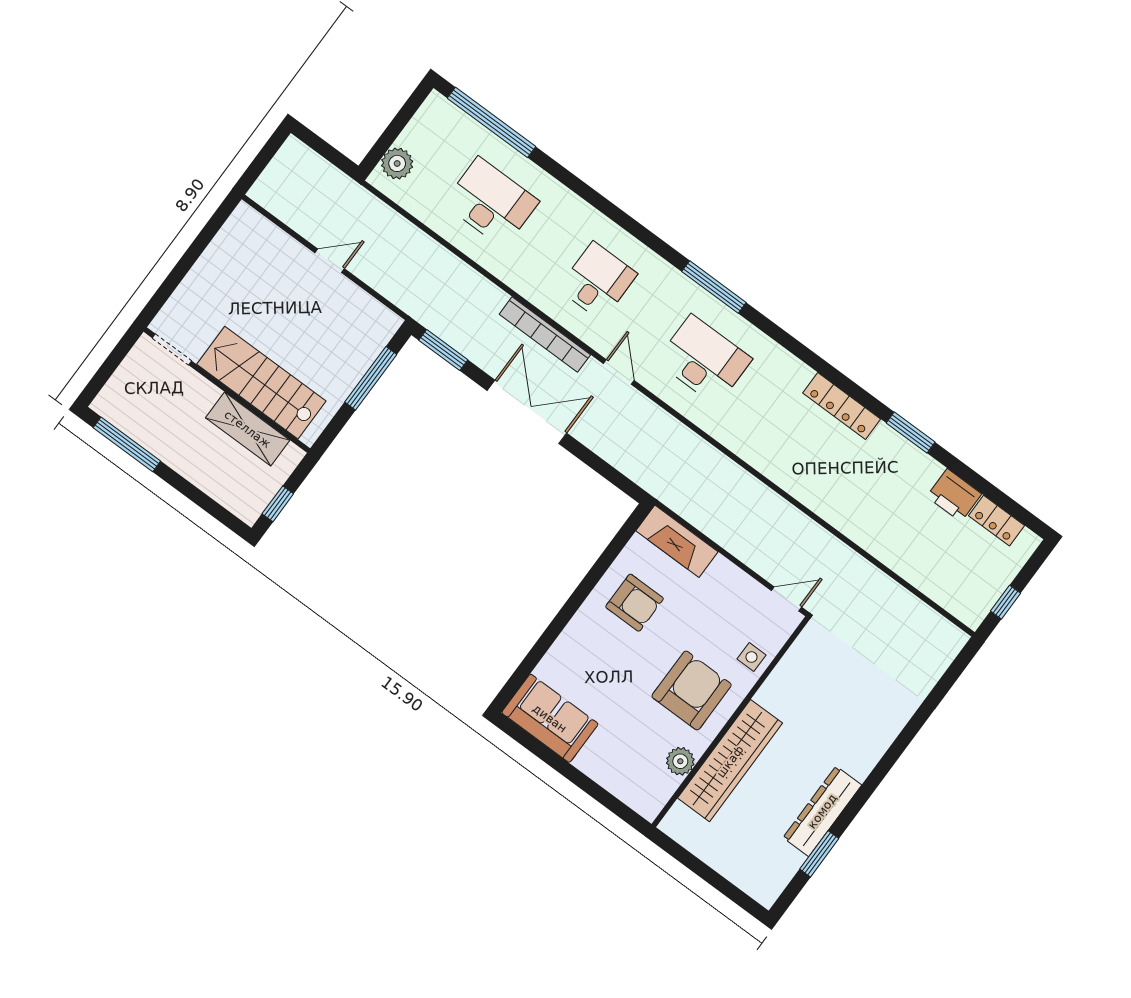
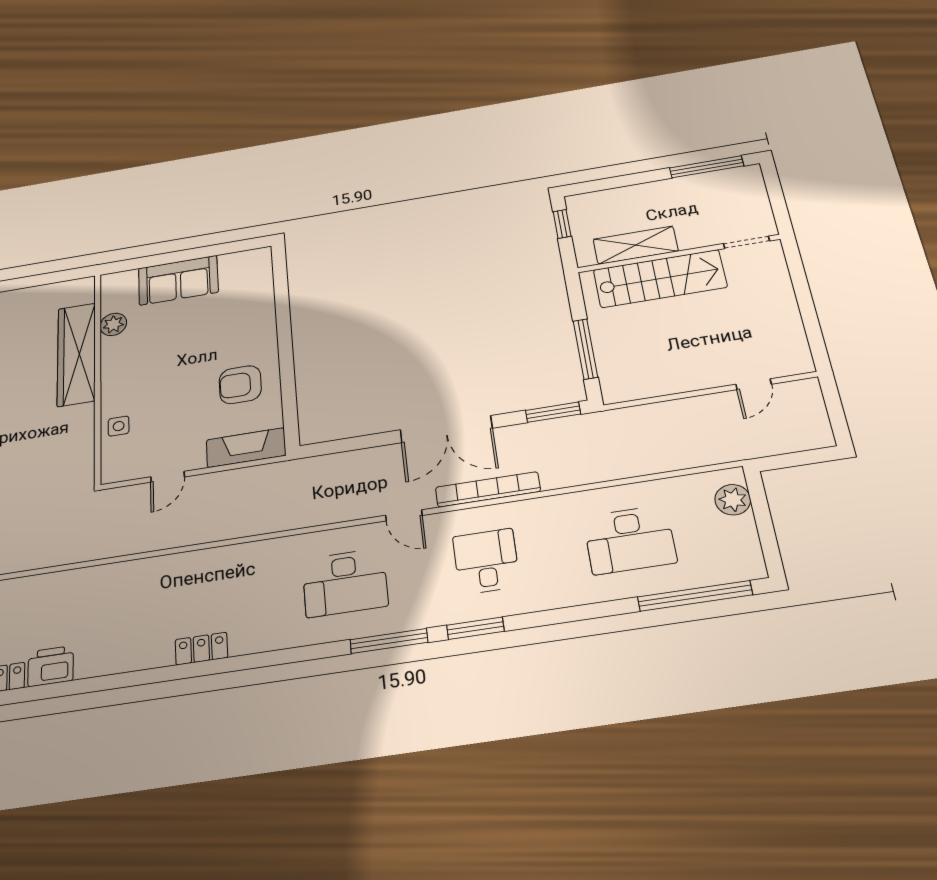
door: (330, 261) -> (754, 384), moved
desk: (598, 281) -> (486, 561), turned 180
locker: (842, 406) -> (201, 649), width x0.66
window: (911, 432) -> (475, 628), moved
door: (787, 599) -> (167, 477), moved
armchair: (692, 691) -> (145, 370), removed
sofa: (550, 718) -> (178, 280), moved

